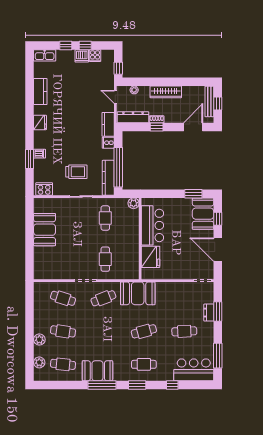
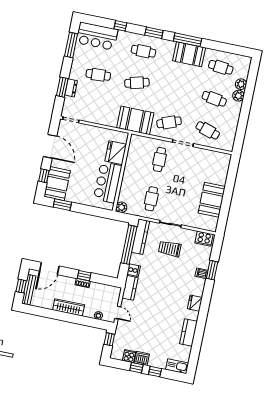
dresser: (133, 117) -> (105, 290), removed
plant: (39, 362) -> (241, 84), moved

